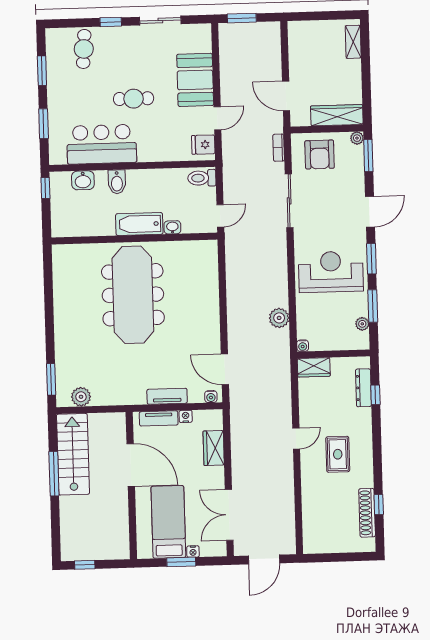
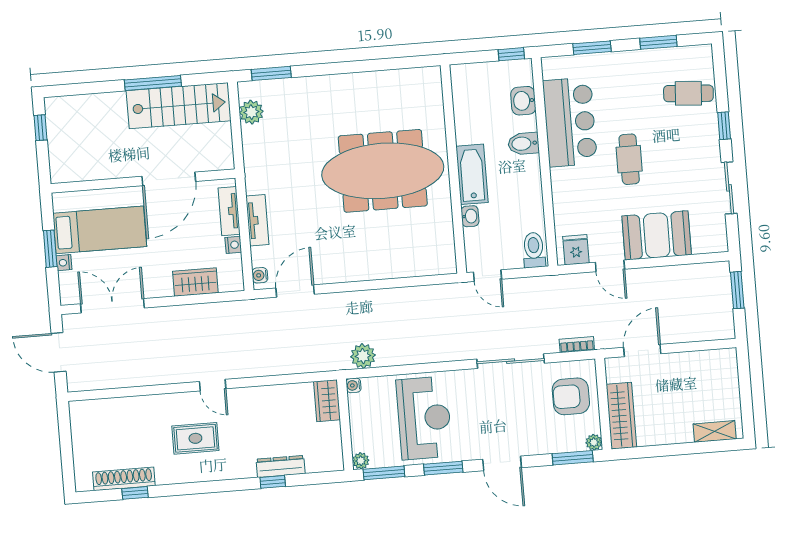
water cooler: (303, 346) -> (353, 385), moved
wall: (334, 354) -> (345, 425), moved
wardrobe: (314, 367) -> (327, 401), moved

